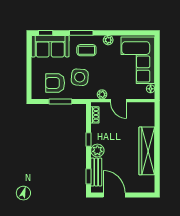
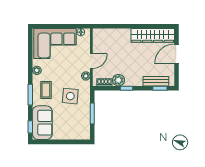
armchair: (55, 83) -> (76, 118), removed
plant: (97, 150) -> (119, 80), moved
wardrobe: (147, 151) -> (153, 35), moved
door: (114, 195) -> (177, 54), moved

